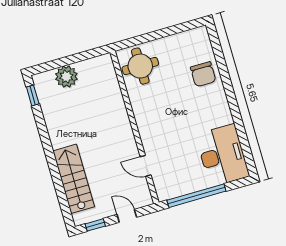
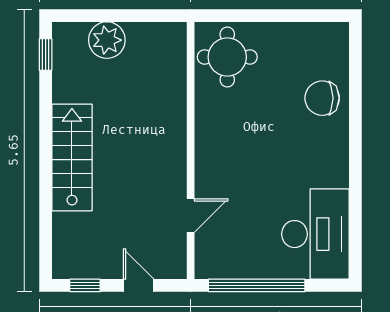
chair: (203, 74) -> (322, 98), turned 90
door: (146, 166) -> (191, 216), swing flipped
stairs: (74, 179) -> (72, 157), moved

